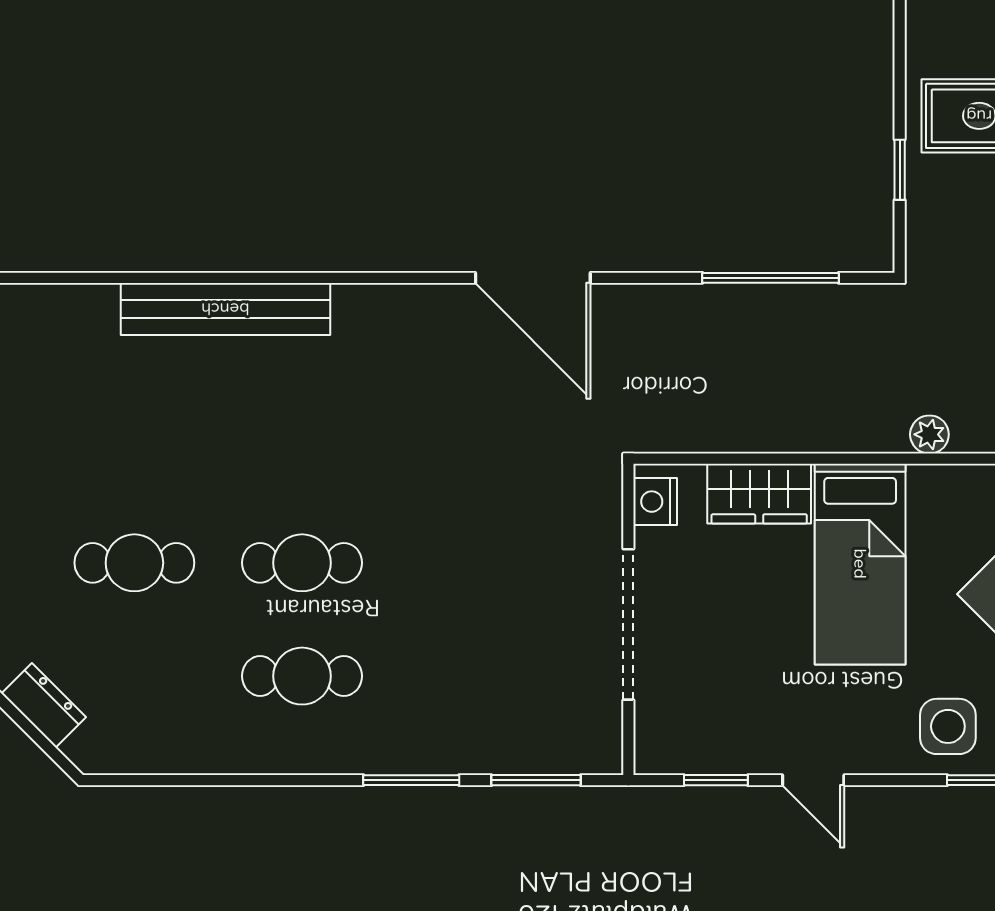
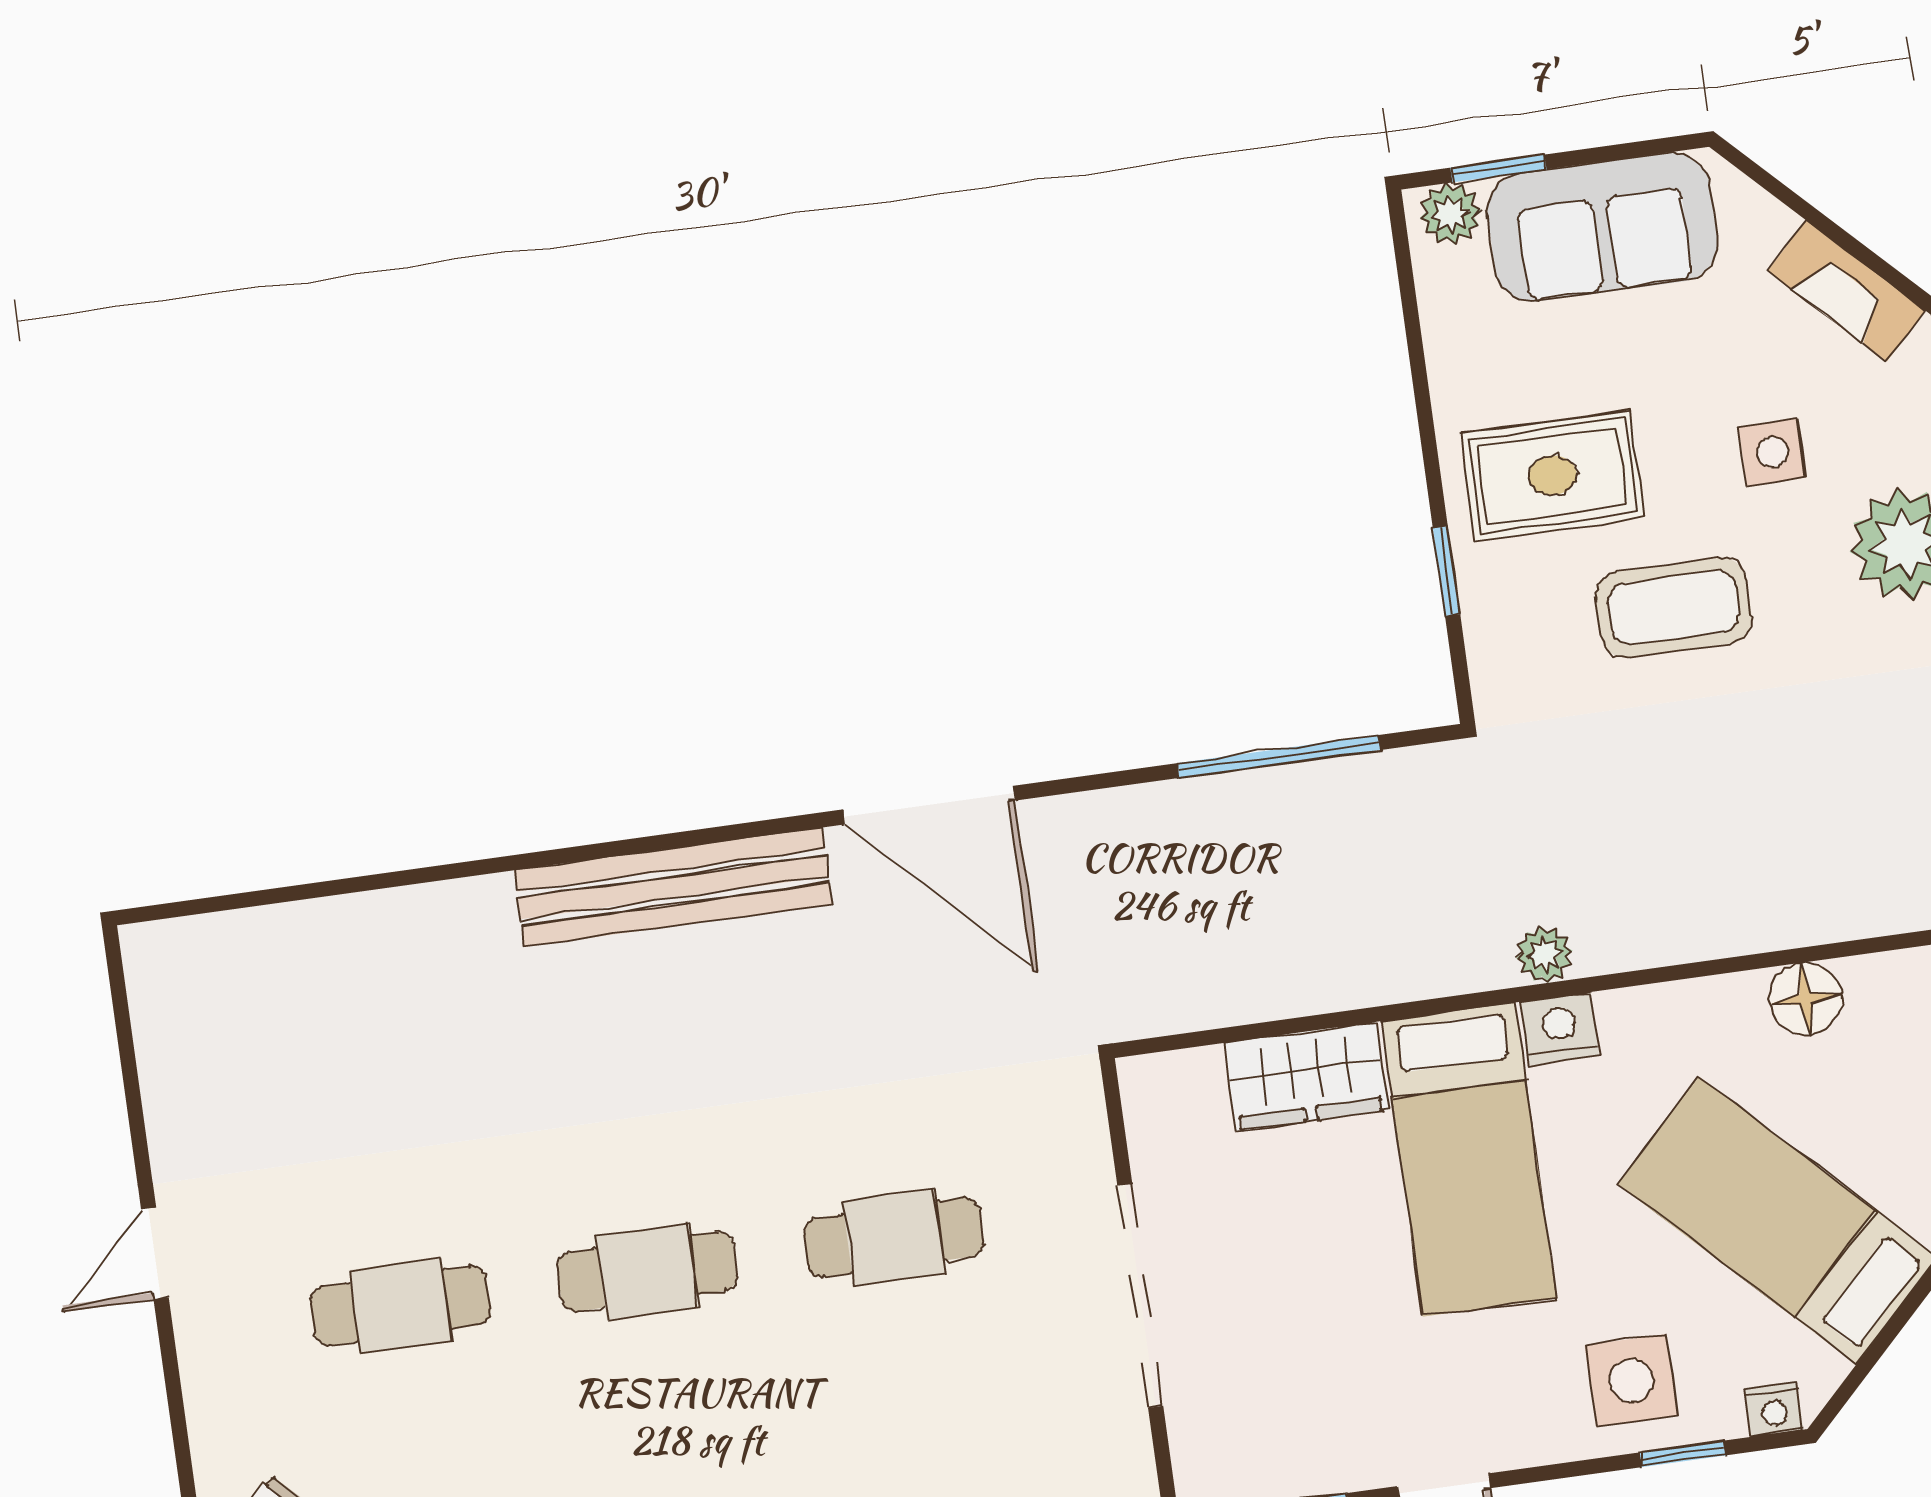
bench: (225, 309) -> (673, 887), moved
nightstand: (655, 502) -> (1560, 1029), moved, turned 90
cafe table: (302, 676) -> (894, 1237), moved

